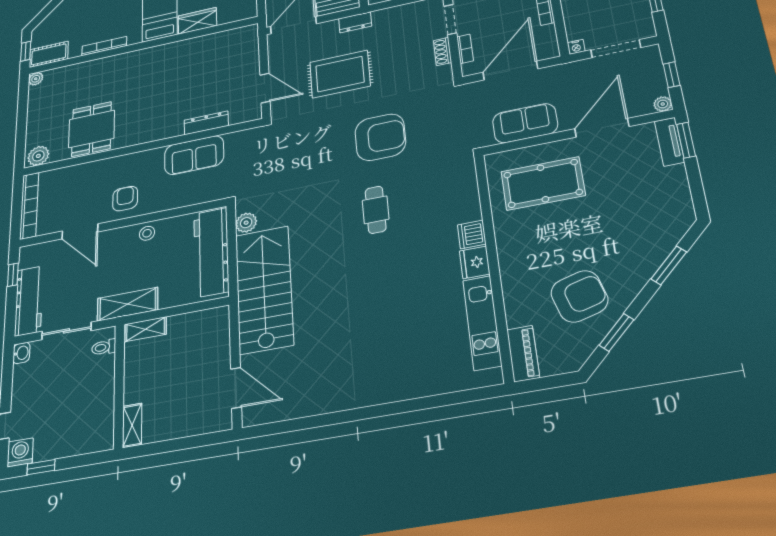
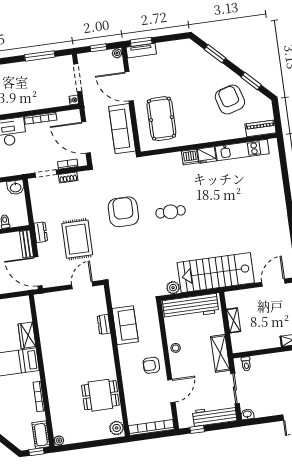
dresser: (206, 123) -> (104, 324), width x0.70
sofa: (525, 123) -> (122, 129), width x1.36
shelving: (146, 329) -> (234, 320), moved

